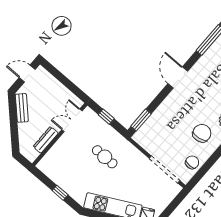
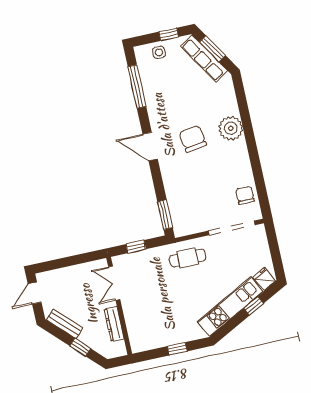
window: (14, 129) -> (80, 347), added
chair: (202, 133) -> (193, 139), moved
cafe table: (105, 157) -> (188, 258), moved

